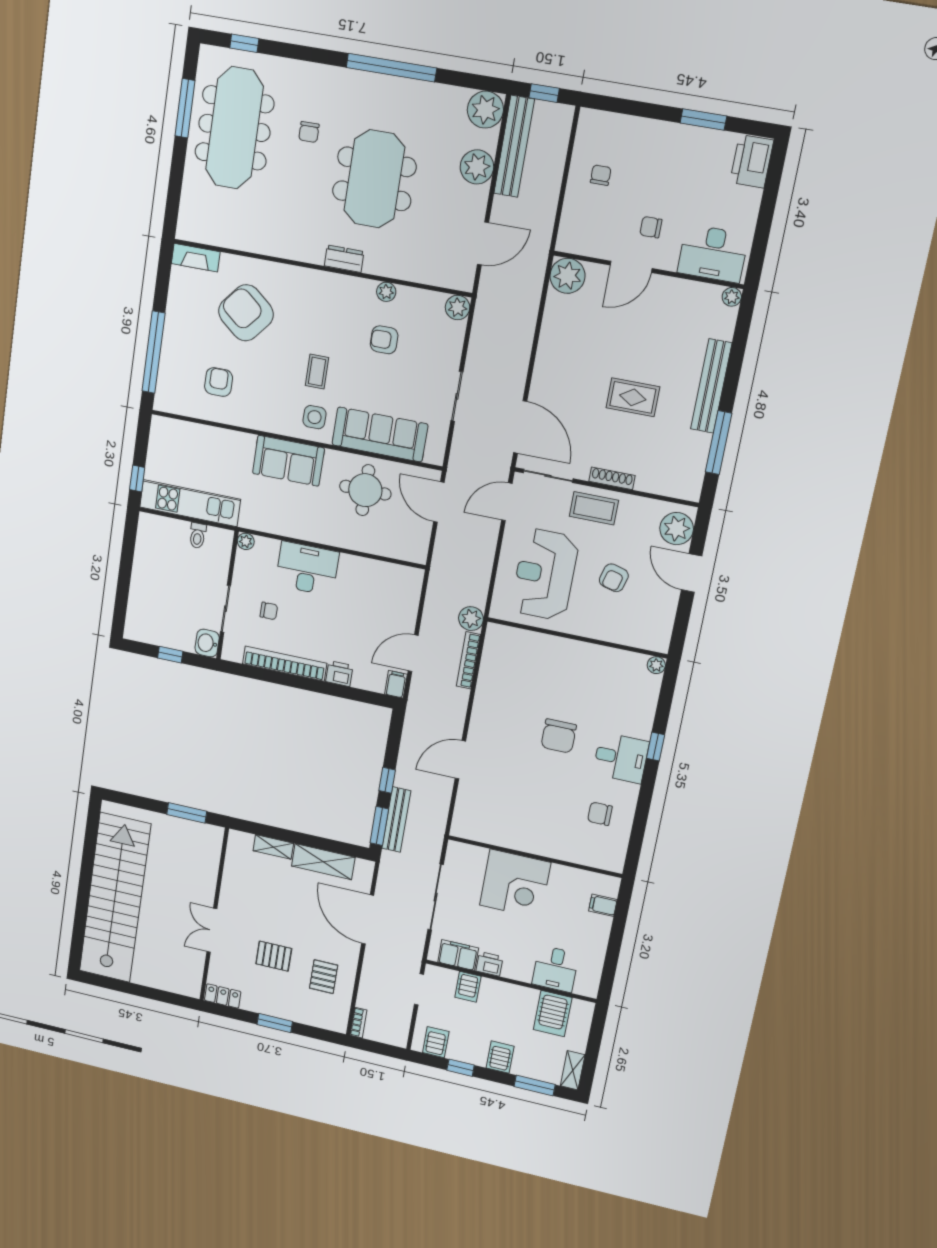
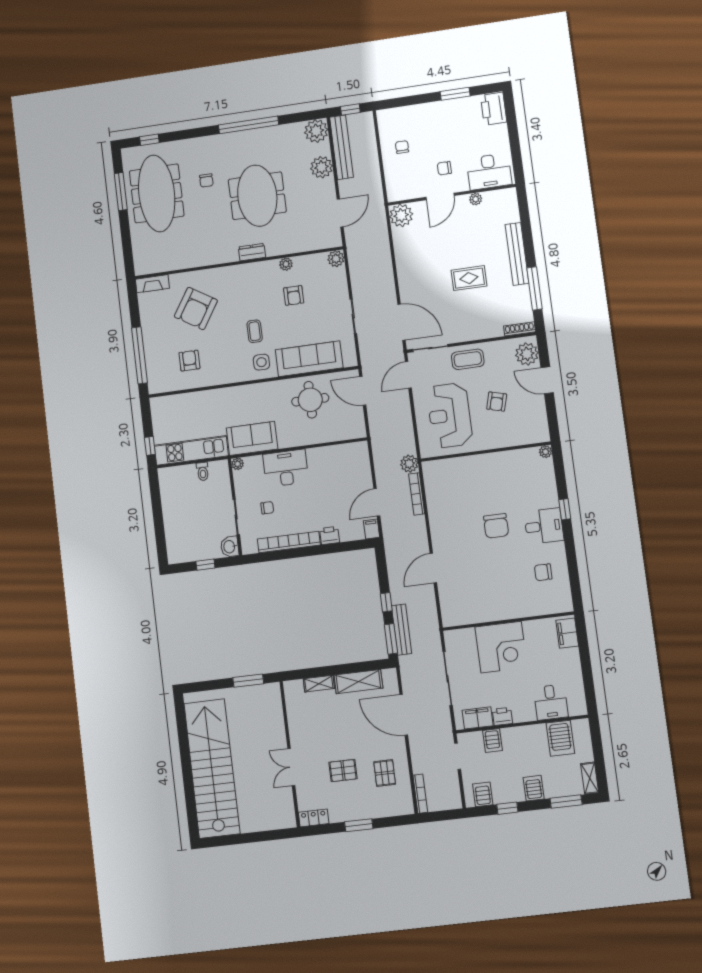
plant: (732, 297) -> (476, 199), moved
armchair: (246, 313) -> (196, 308), turned -98
armchair: (384, 340) -> (294, 295), turned -90
sofa: (288, 461) -> (252, 438), moved, turned 180
shoe rack: (612, 478) -> (520, 329), moved
filing cabinet: (603, 905) -> (567, 633), width x2.00
bookcase: (358, 1023) -> (420, 794), width x1.56

